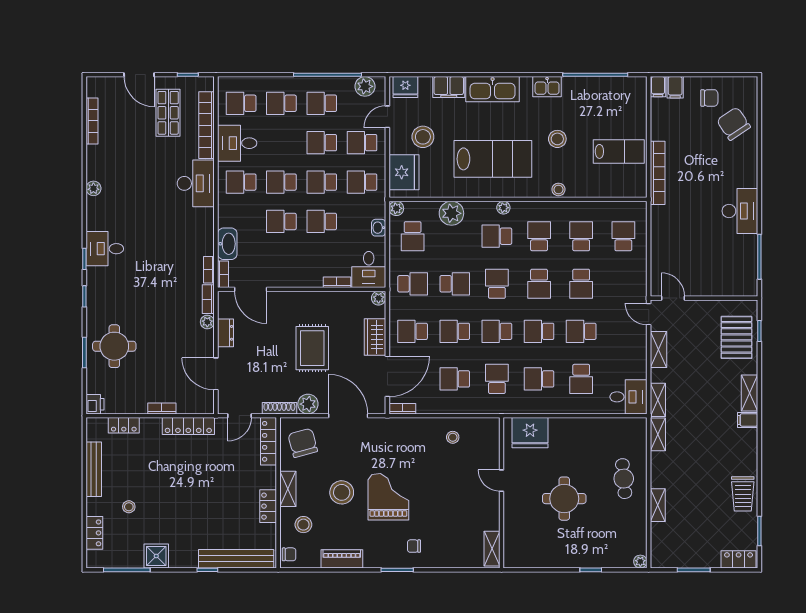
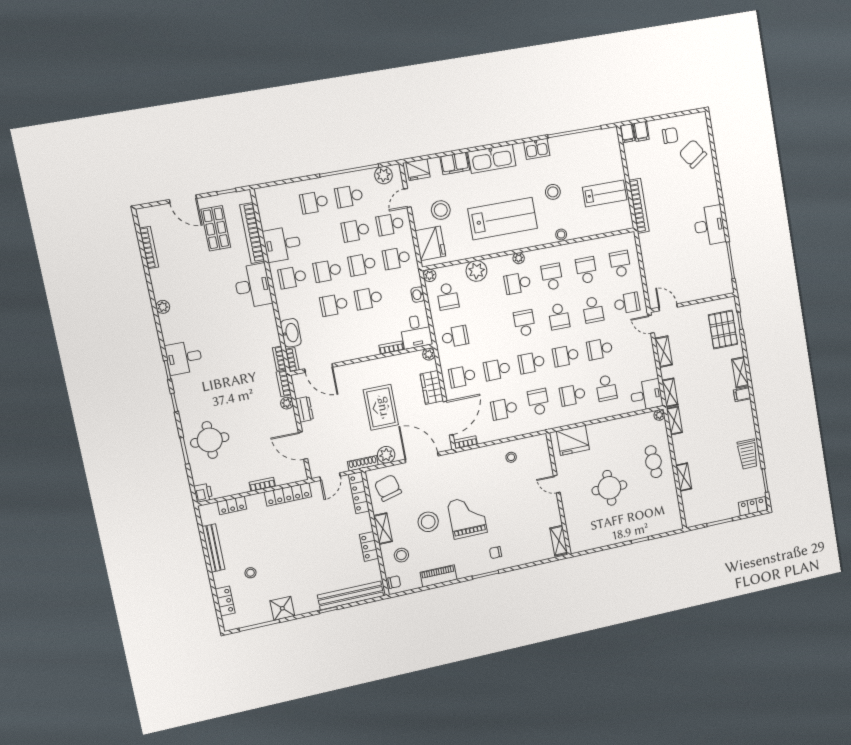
school desk: (241, 103) -> (279, 209), removed
school desk: (455, 284) -> (627, 303), moved
plant: (640, 562) -> (659, 415), moved

